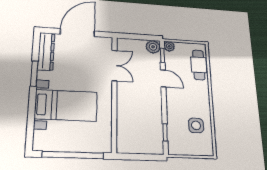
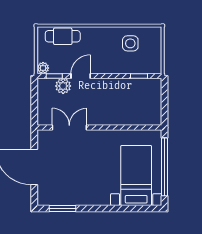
plant: (153, 47) -> (63, 86), moved
dresser: (46, 51) -> (58, 198), removed
window: (34, 74) -> (62, 208), moved
bed with nightstands: (66, 105) -> (136, 175), moved

